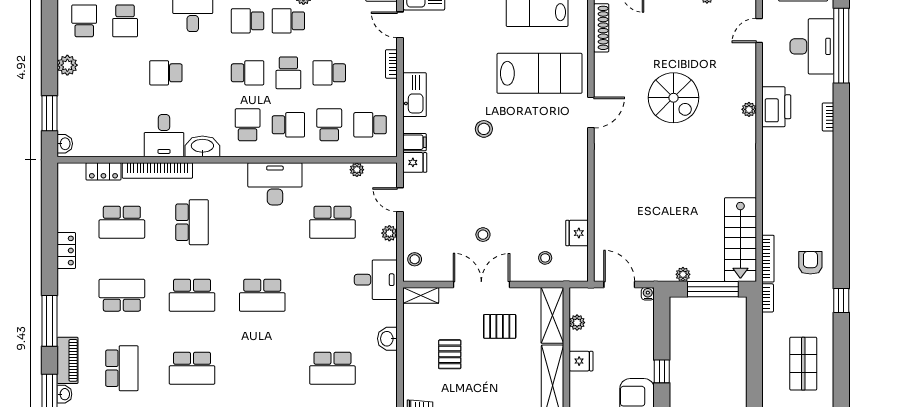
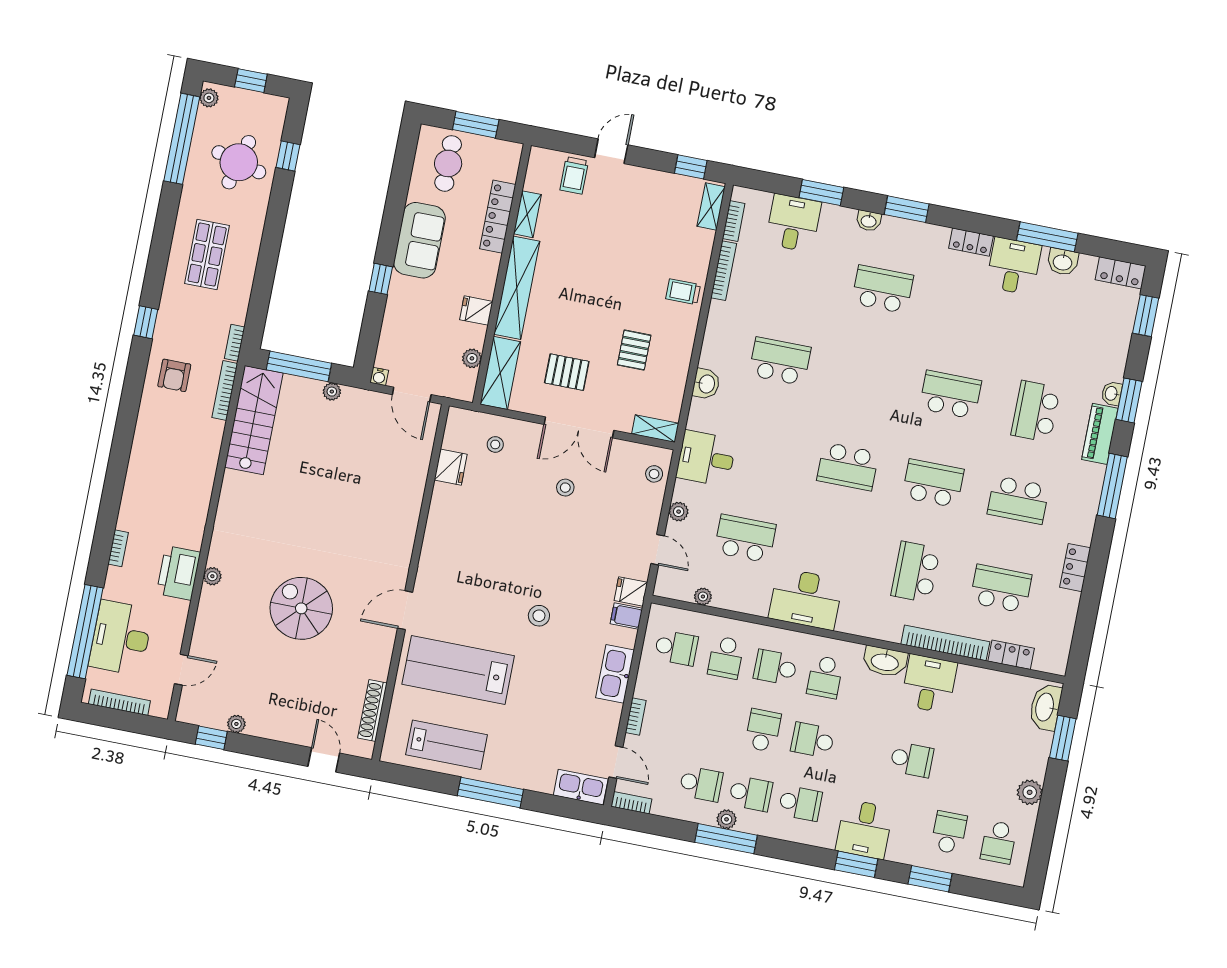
school desk: (329, 73) -> (701, 784), moved
washbasin: (65, 144) -> (1045, 707), width x1.91, depth x1.45
school desk: (262, 295) -> (848, 467), turned 180

